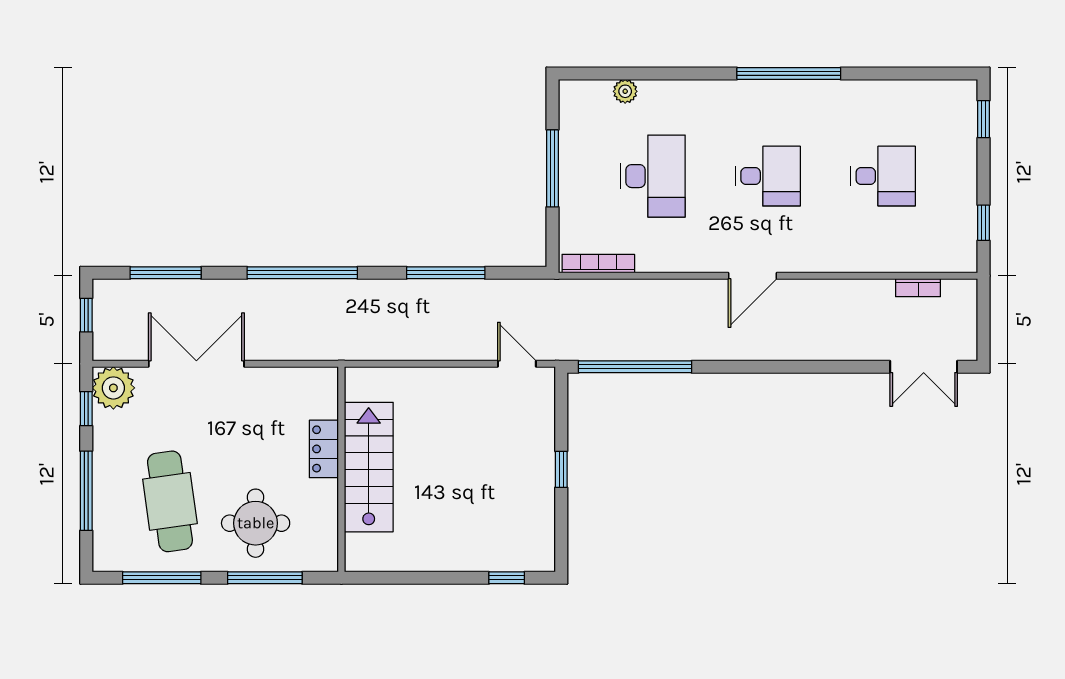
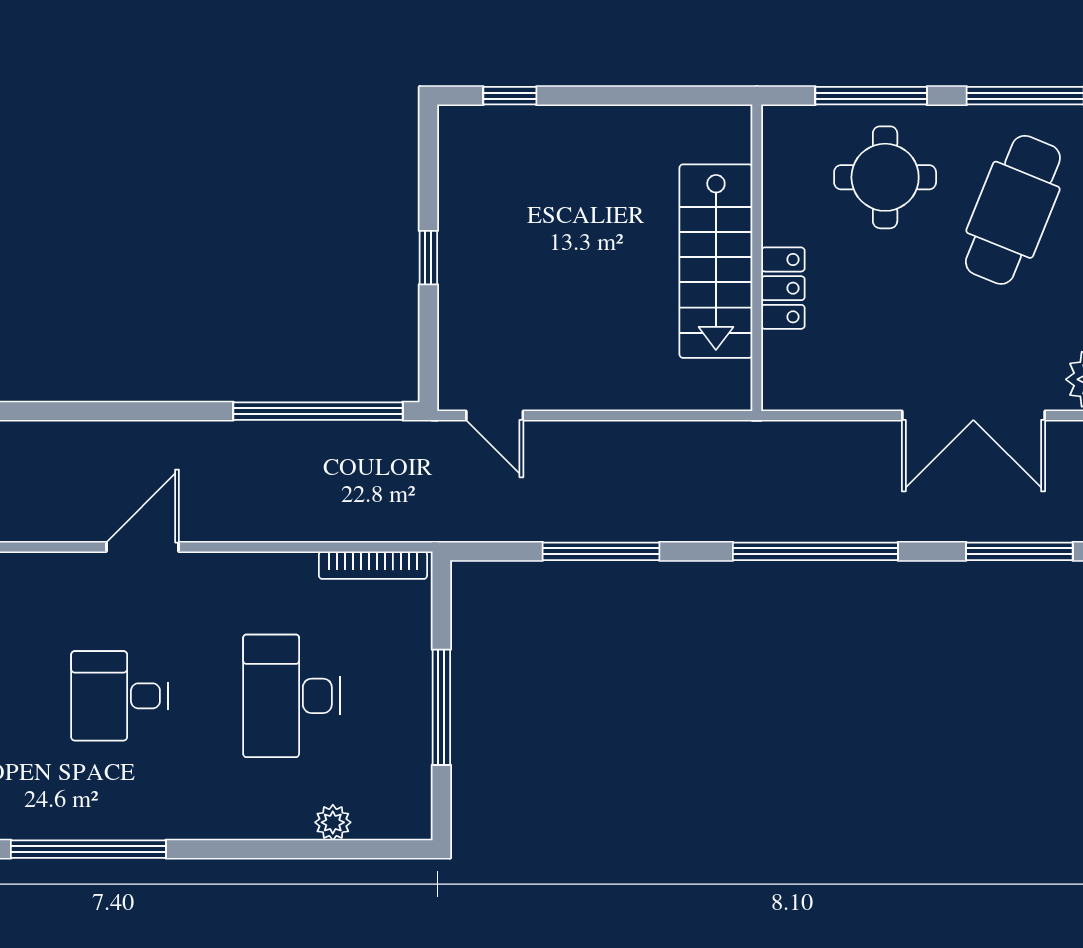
cafe table: (170, 501) -> (1013, 210), turned 30

